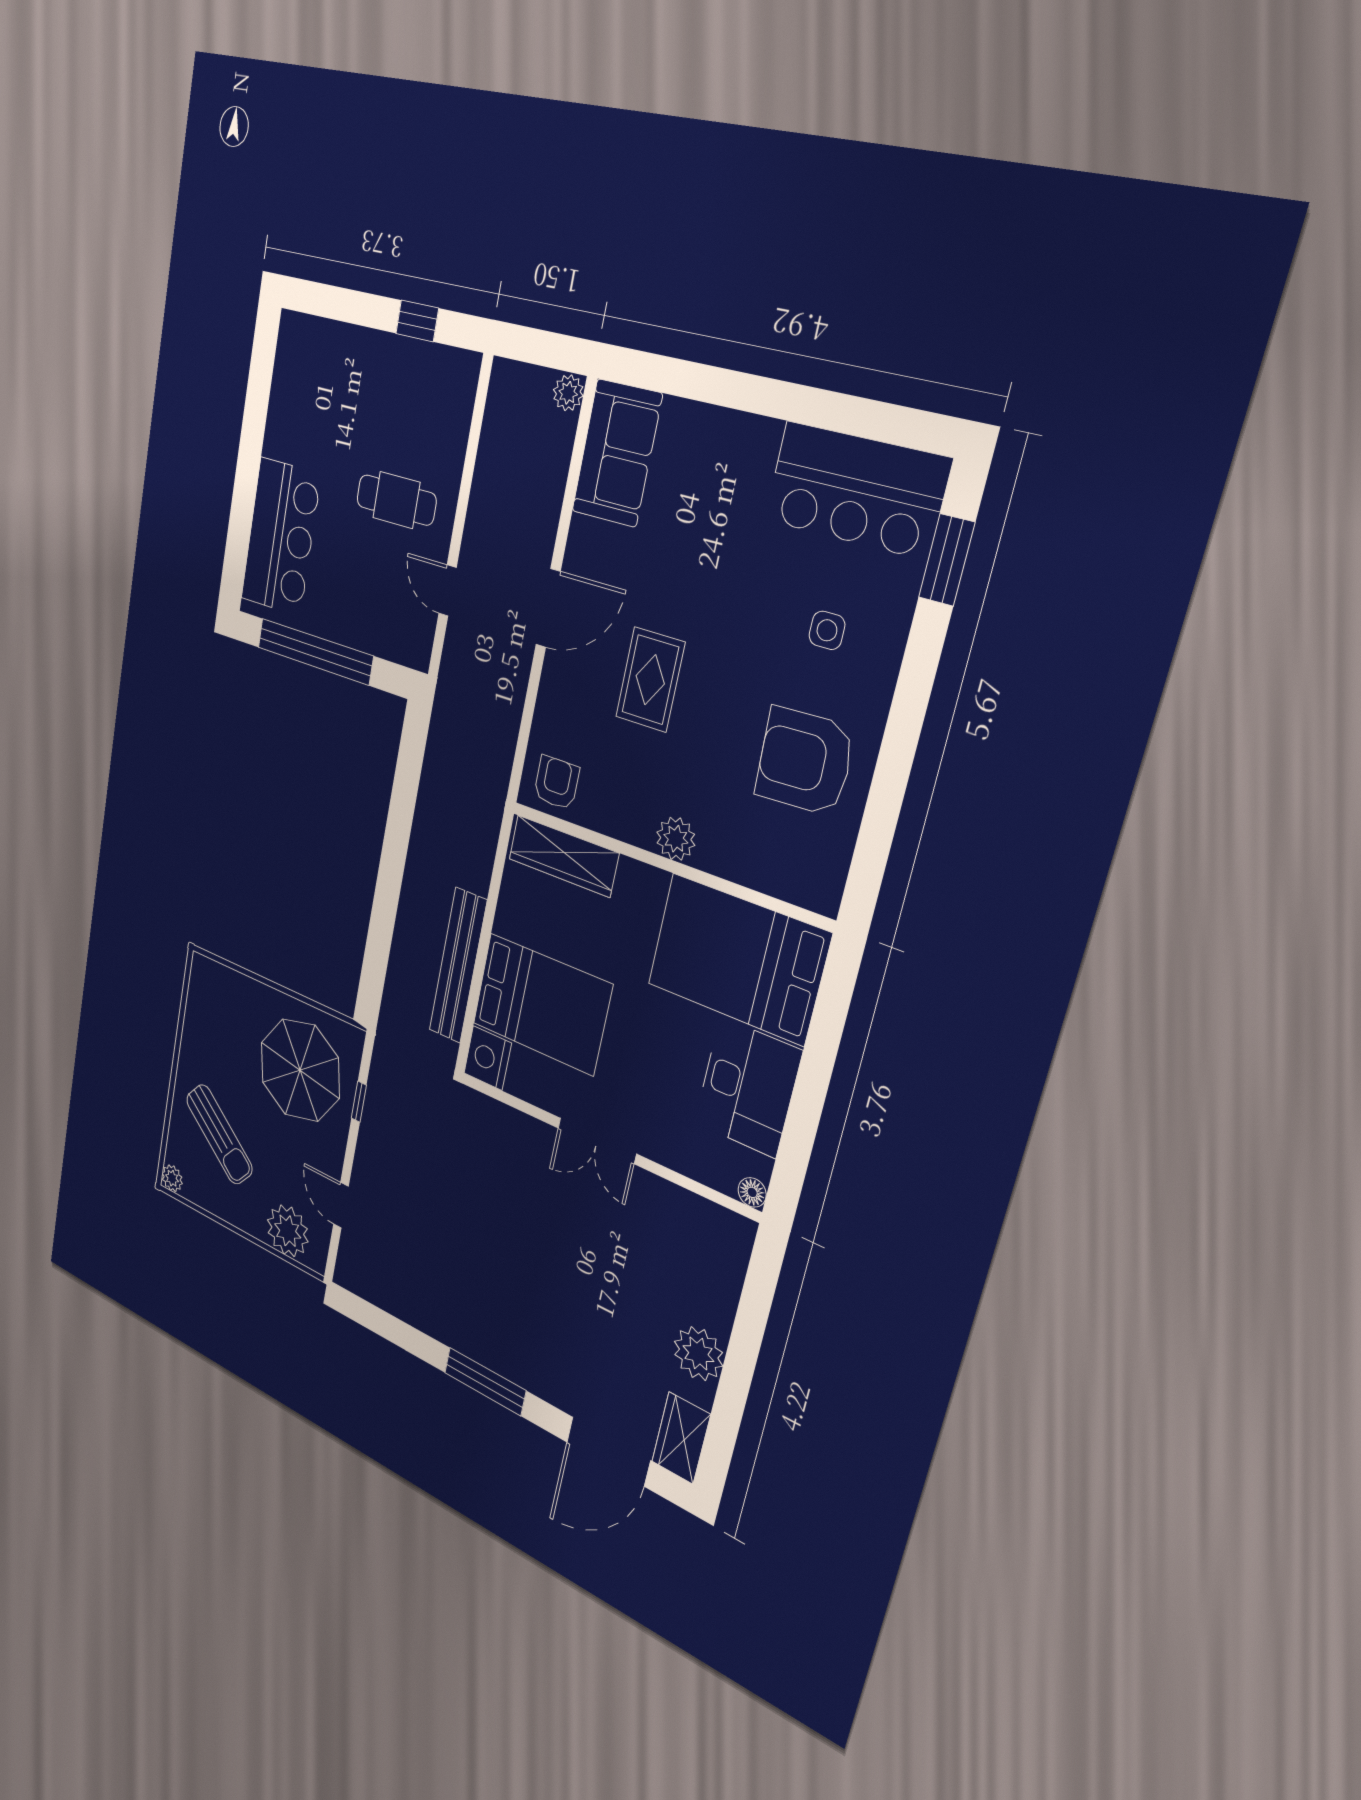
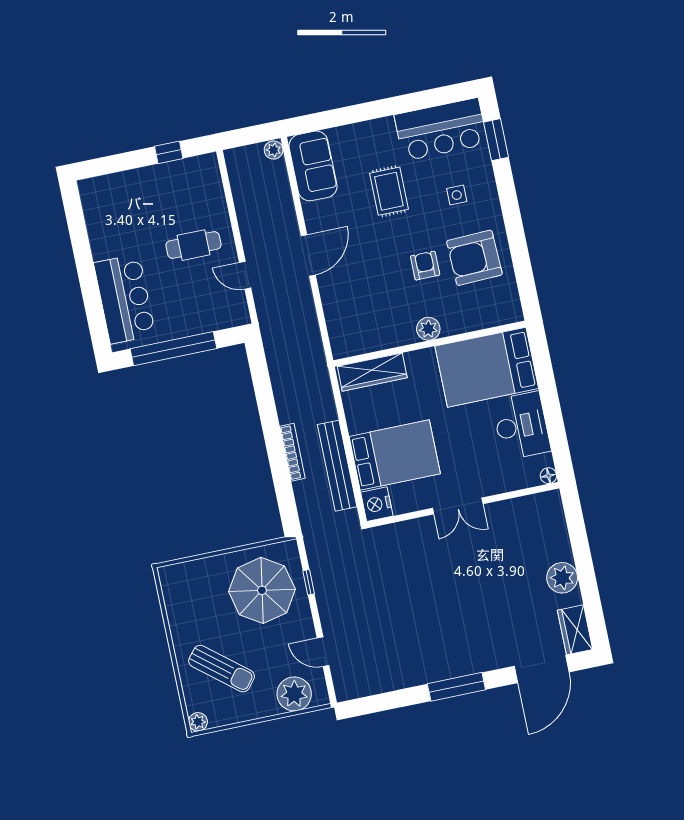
rug: (650, 680) -> (389, 191), moved
armchair: (557, 783) -> (425, 266), moved
bookcase: (408, 906) -> (292, 452), added

